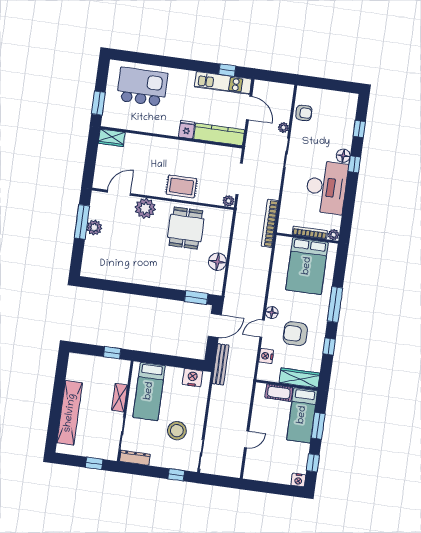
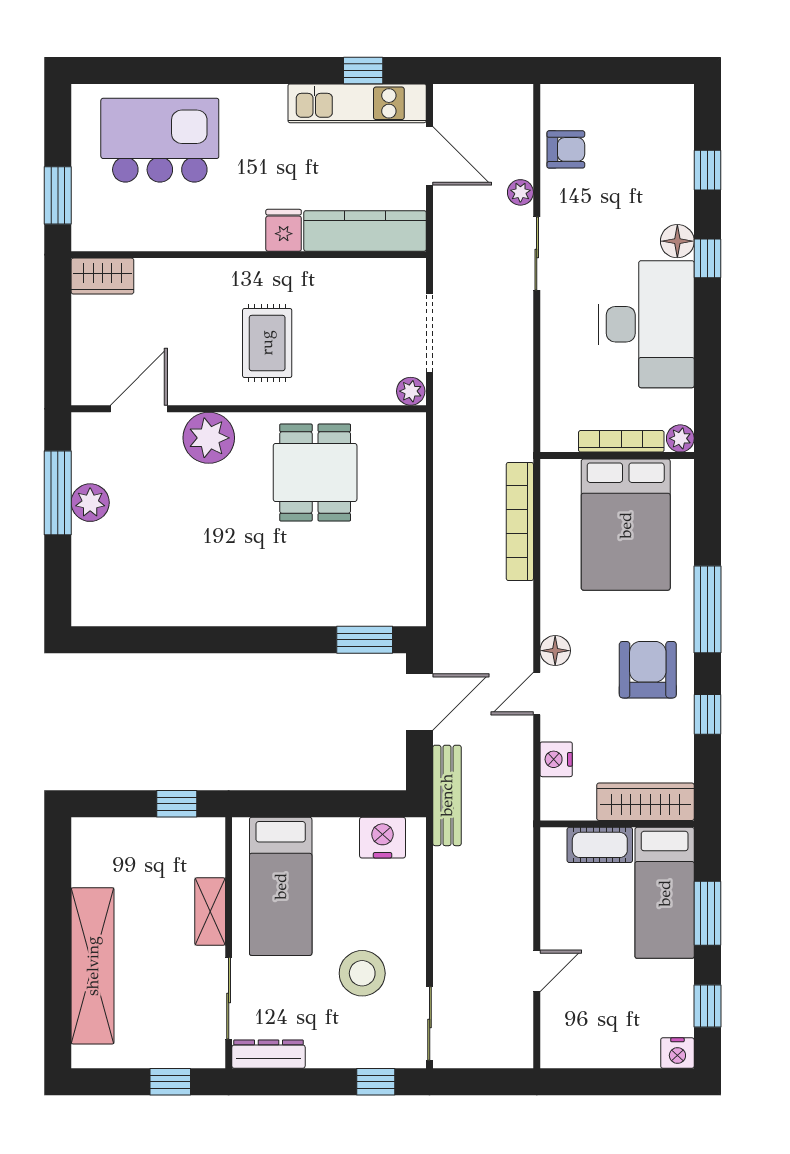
rug: (181, 186) -> (267, 343), moved, turned 90
bookcase: (270, 223) -> (520, 521), moved
floor lamp: (217, 262) -> (404, 544), removed
armchair: (295, 334) -> (648, 670), moved, turned 90

